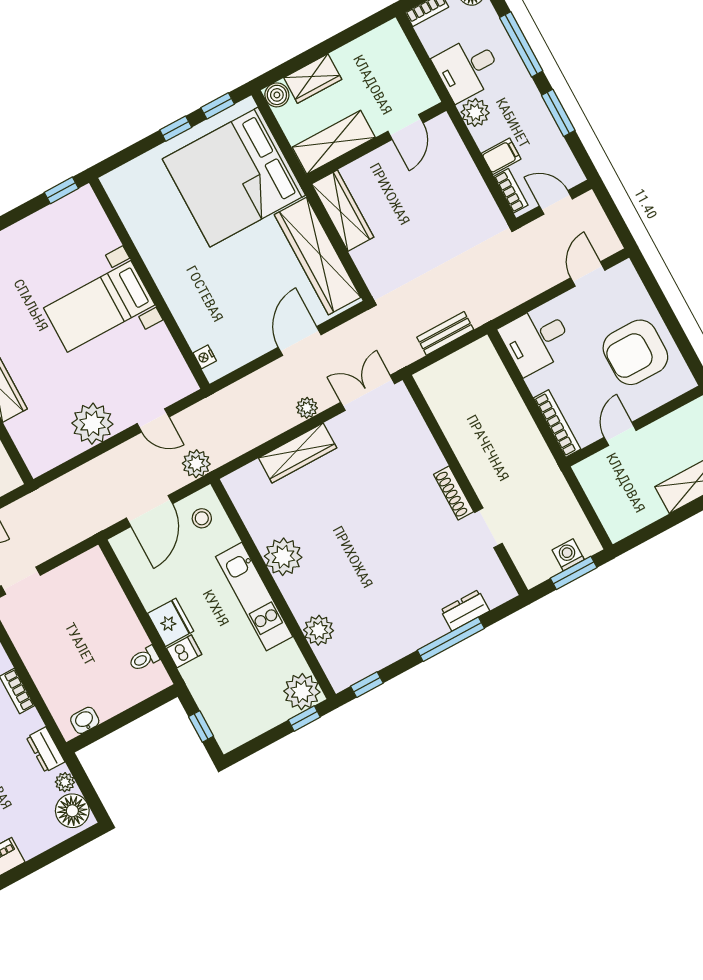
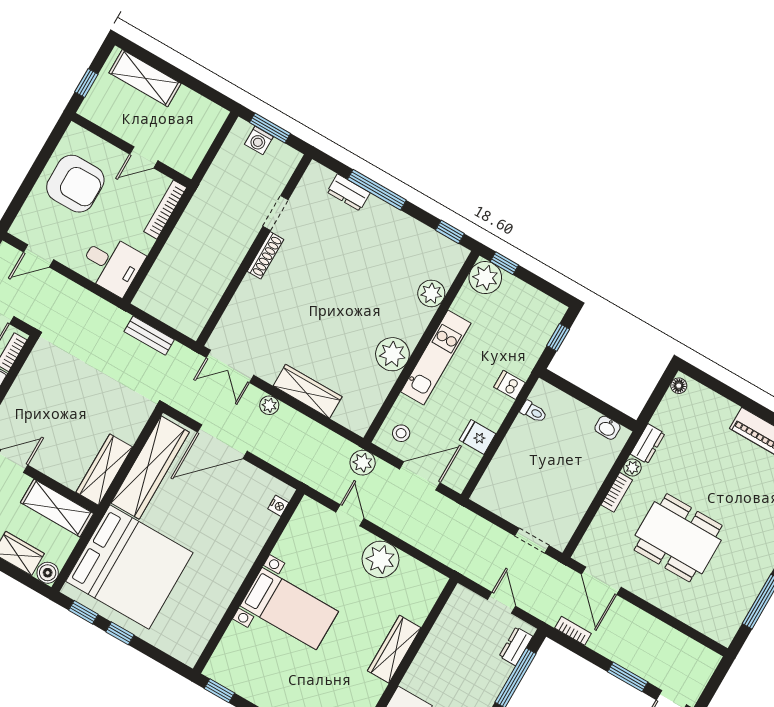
door: (300, 341) -> (222, 442), width x1.36
fridge: (171, 622) -> (477, 437), moved, width x0.72
plant: (65, 782) -> (632, 467), moved
floor lamp: (72, 811) -> (679, 386), width x0.53, depth x0.53

